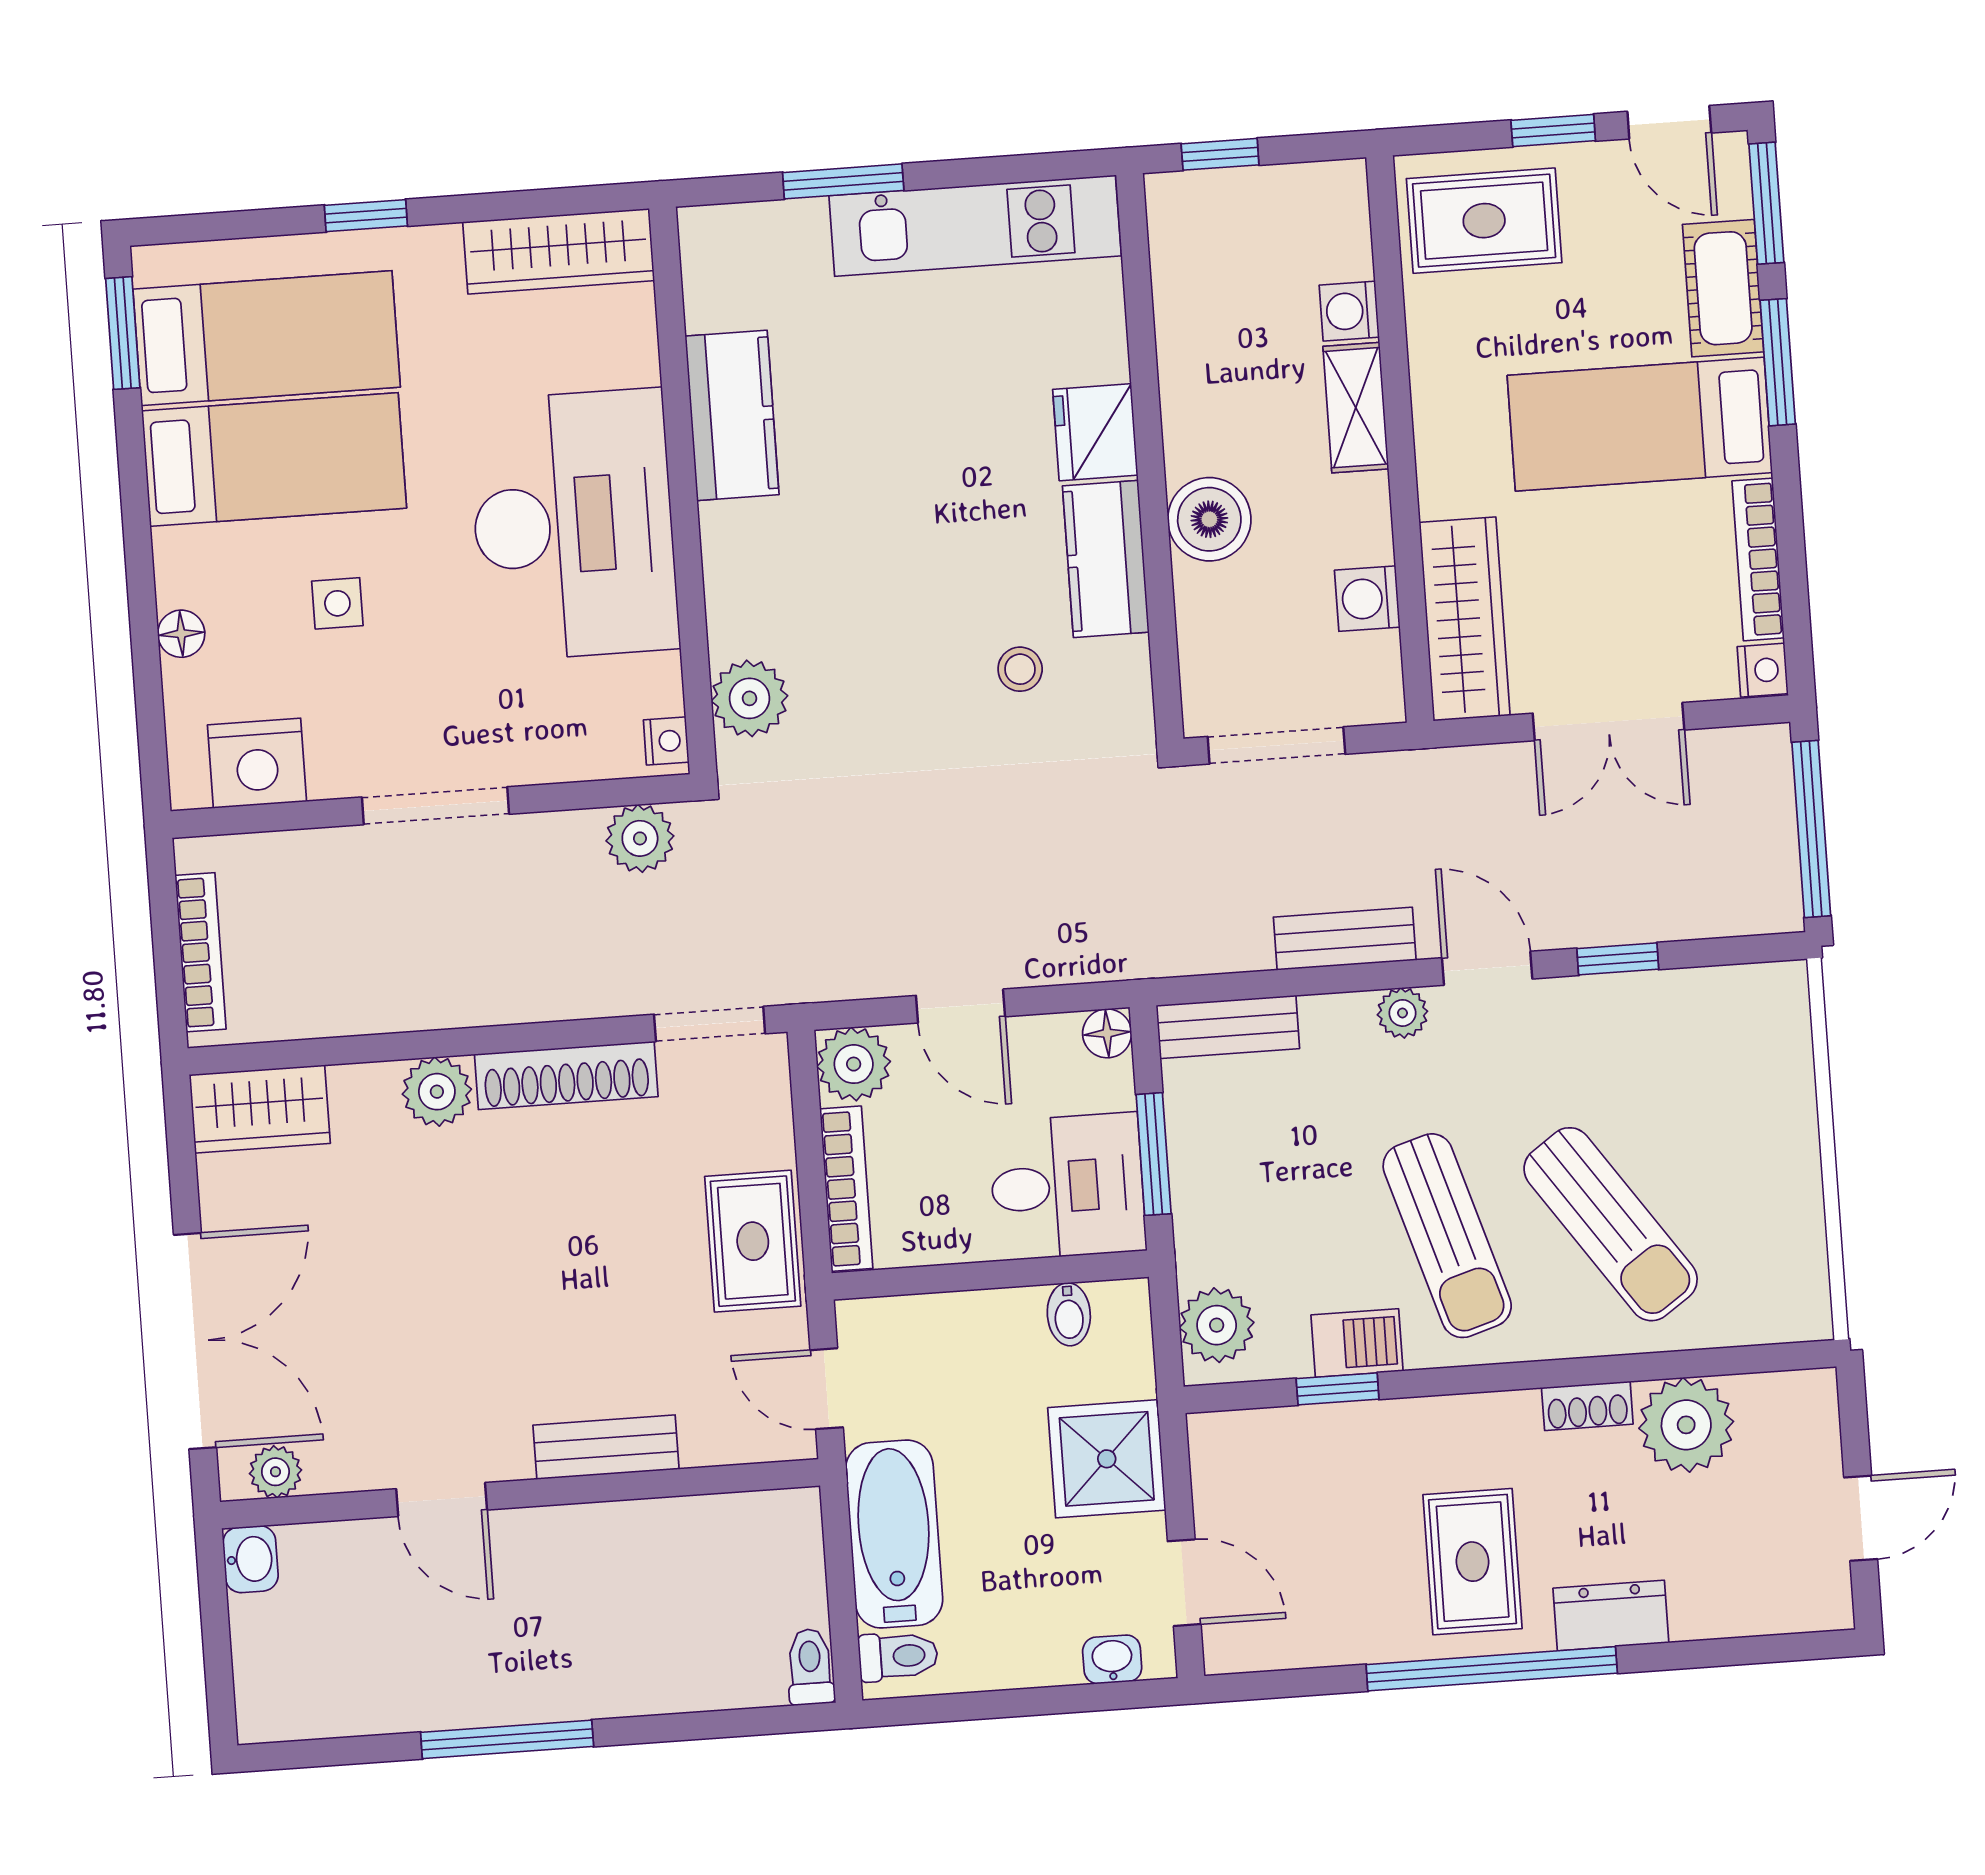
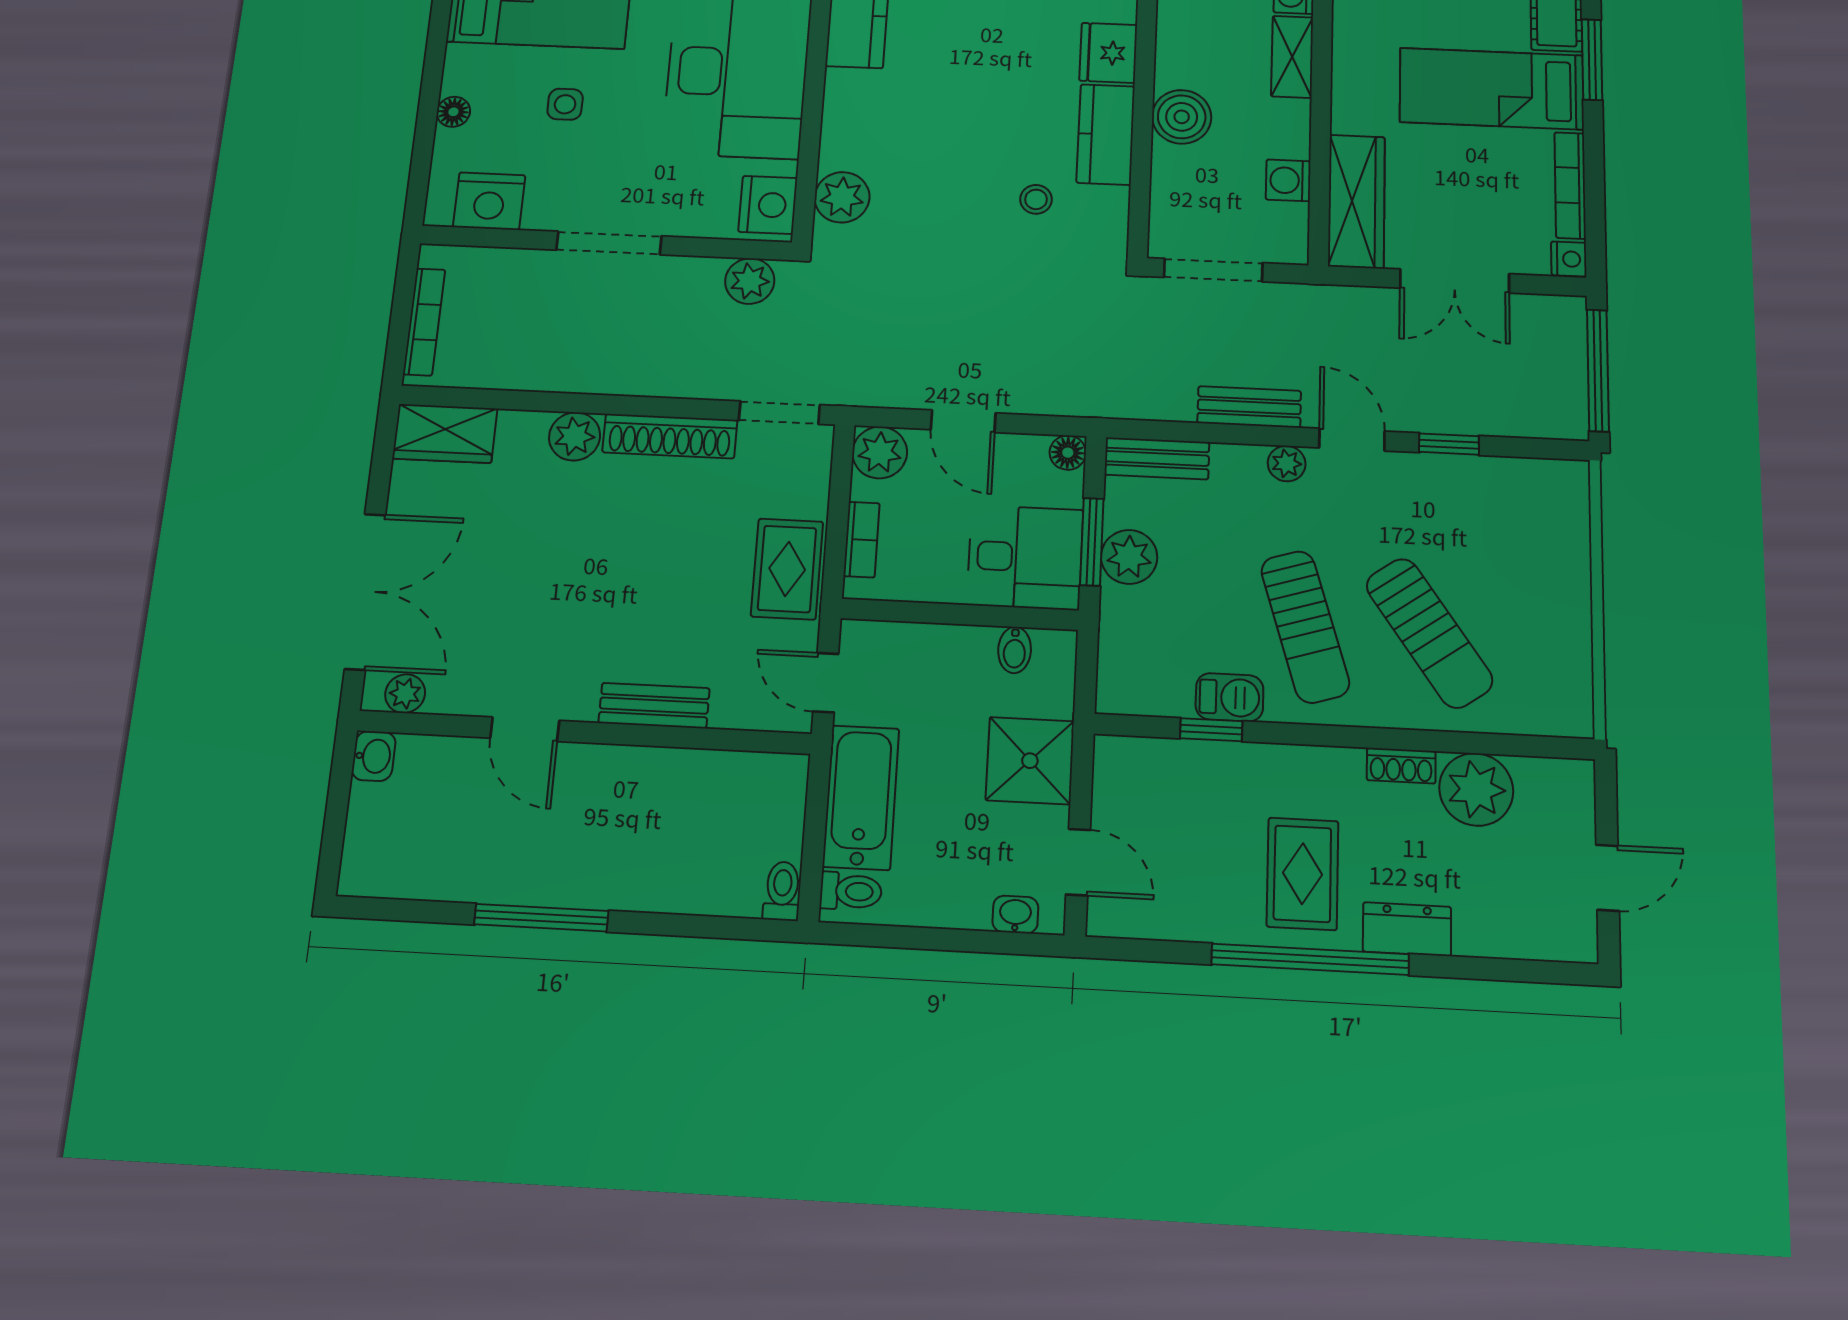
nightstand: (666, 741) -> (768, 205), width x1.89, depth x1.79
bookcase: (846, 1189) -> (862, 540), width x0.64
plant: (1217, 1325) -> (1129, 557), moved

